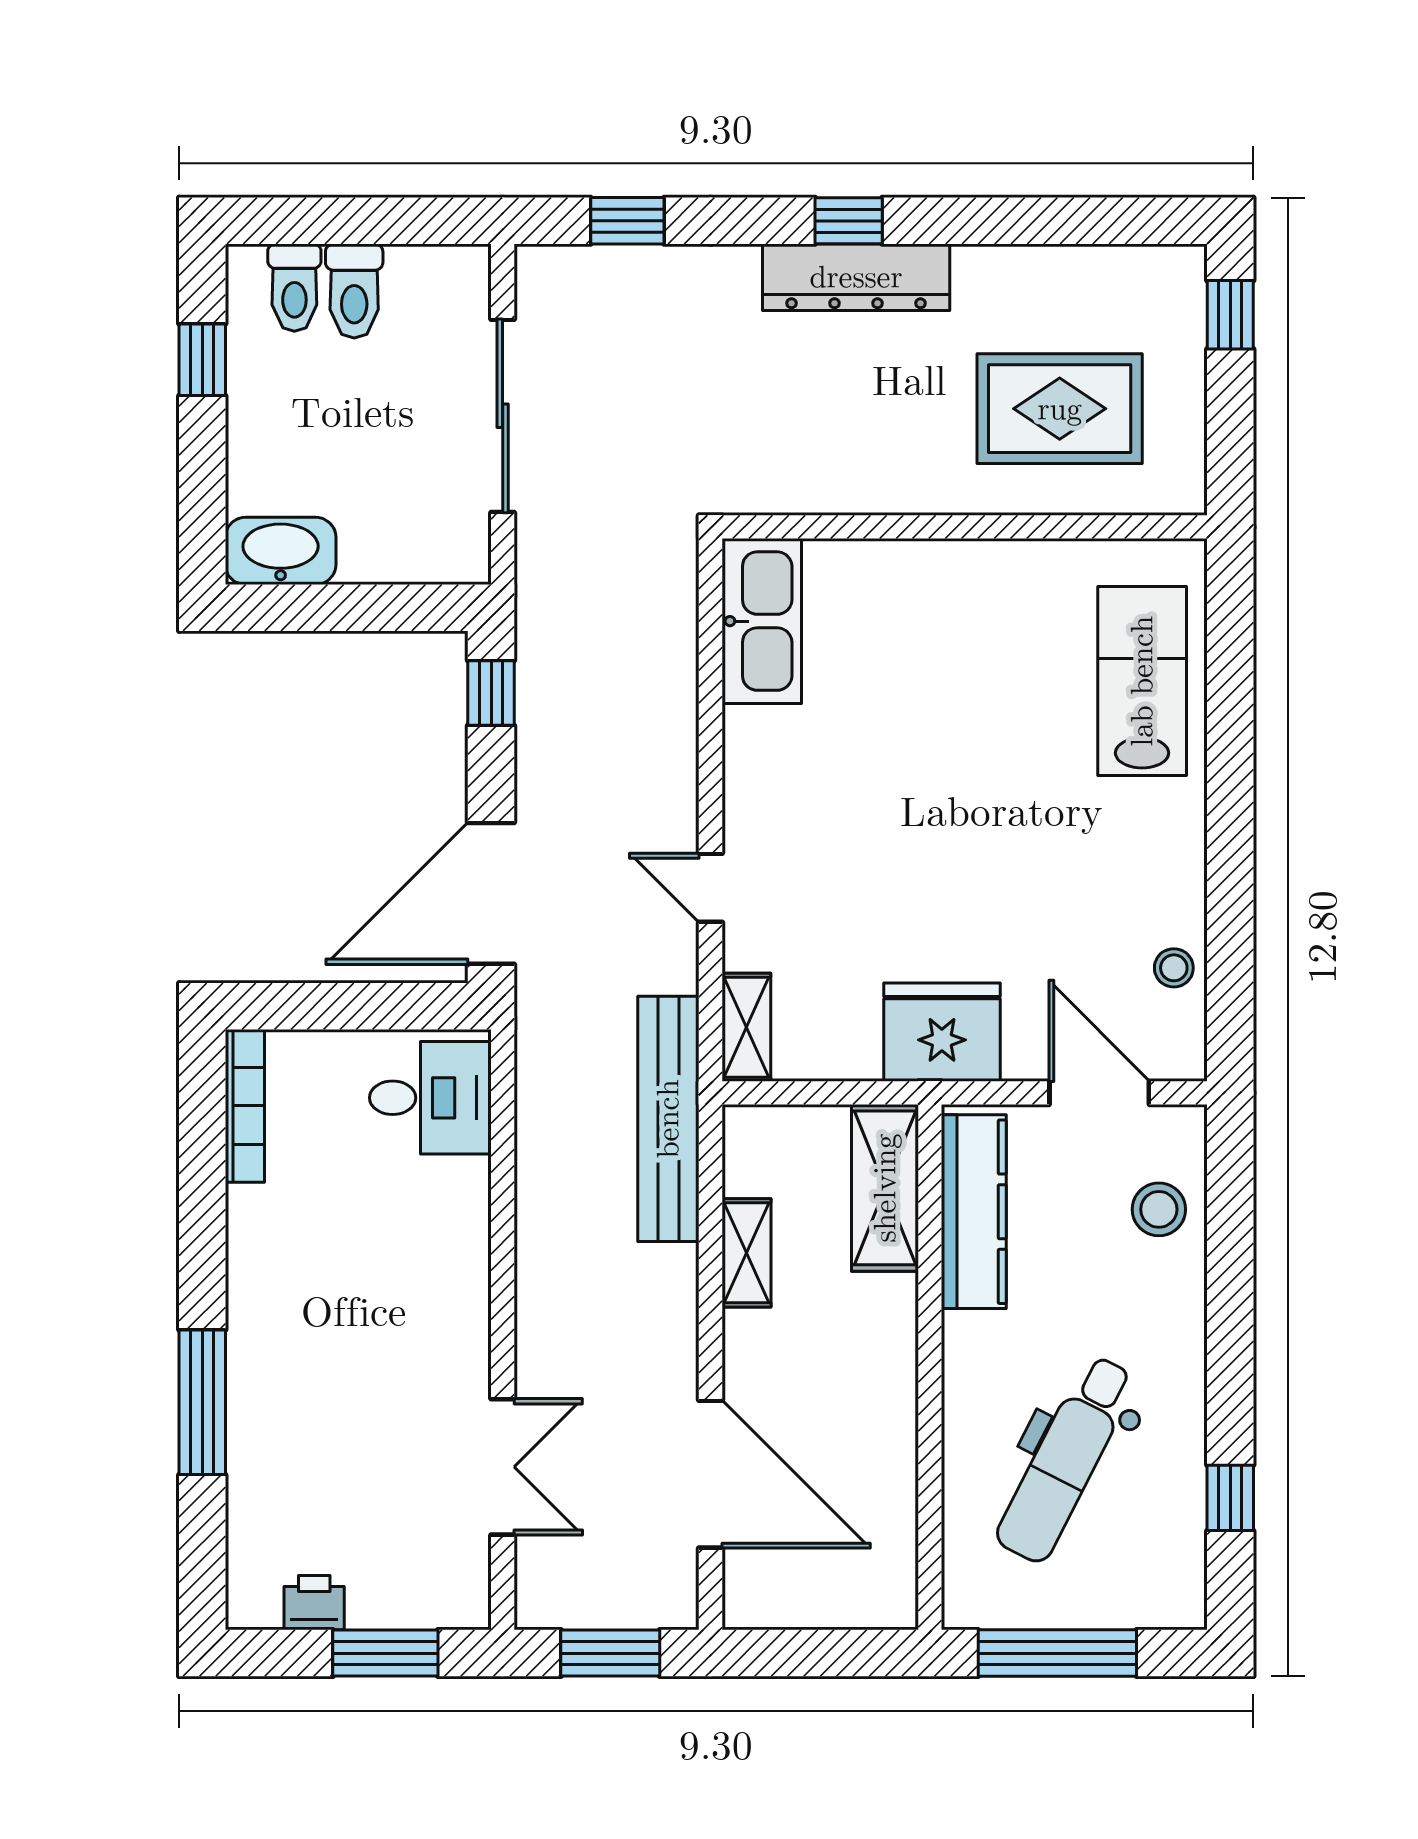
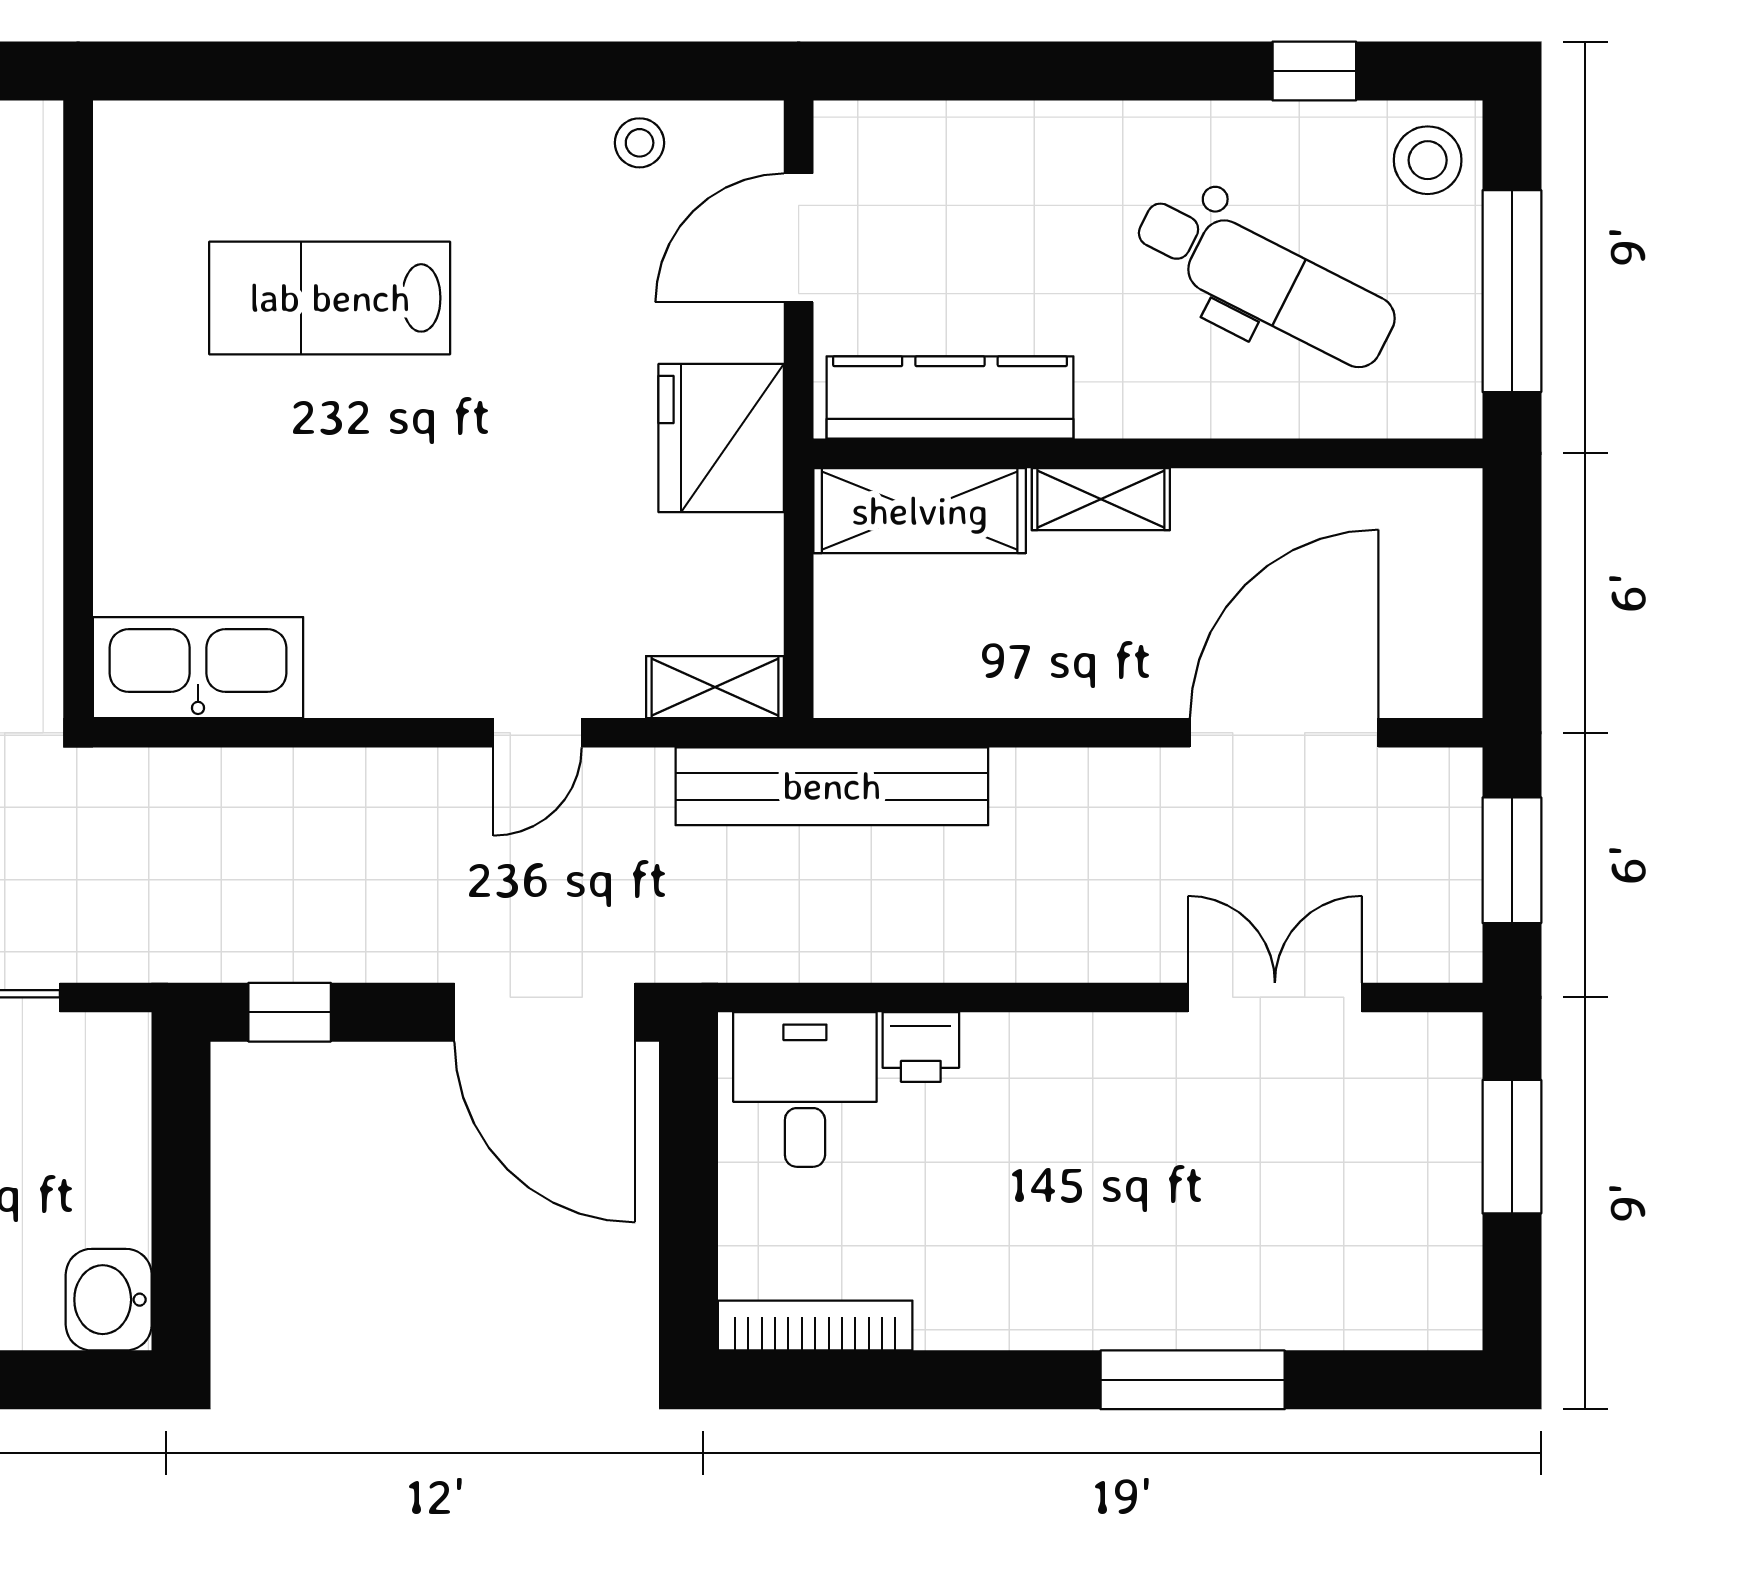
washbasin: (281, 551) -> (109, 1300), width x0.72
lab bench: (1142, 681) -> (330, 298), moved
stool: (1159, 1209) -> (1428, 160), moved
shelving: (746, 1253) -> (1101, 499), moved
printer: (314, 1603) -> (921, 1047), moved, turned -90

